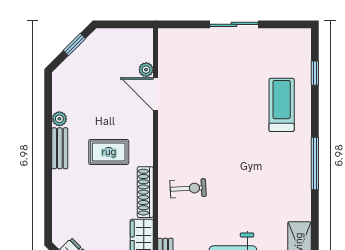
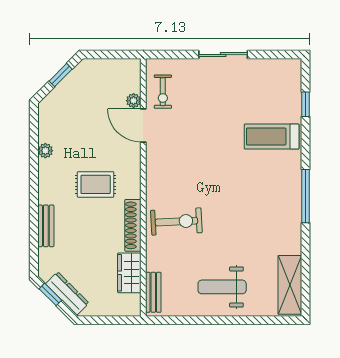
exercise bike: (175, 61) -> (163, 92), added
treadmill: (282, 105) -> (272, 137), turned -90
bench: (60, 148) -> (46, 226), moved
exercise bike: (188, 188) -> (176, 222), width x1.38, depth x1.39

